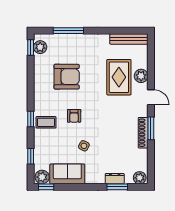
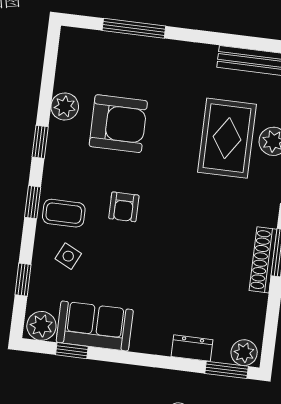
plant: (40, 47) -> (65, 106), moved
window: (31, 48) -> (40, 142), moved
side table: (84, 146) -> (68, 256), moved
window: (46, 187) -> (72, 351), moved
window: (117, 187) -> (227, 370), moved

